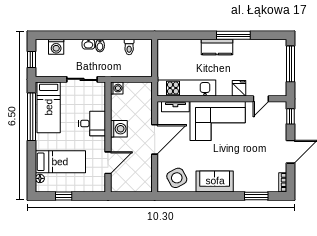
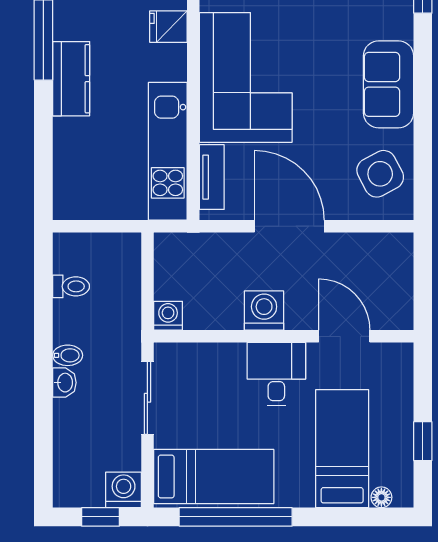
washing machine: (56, 47) -> (124, 490), moved, turned -90
desk: (92, 123) -> (276, 374), moved

